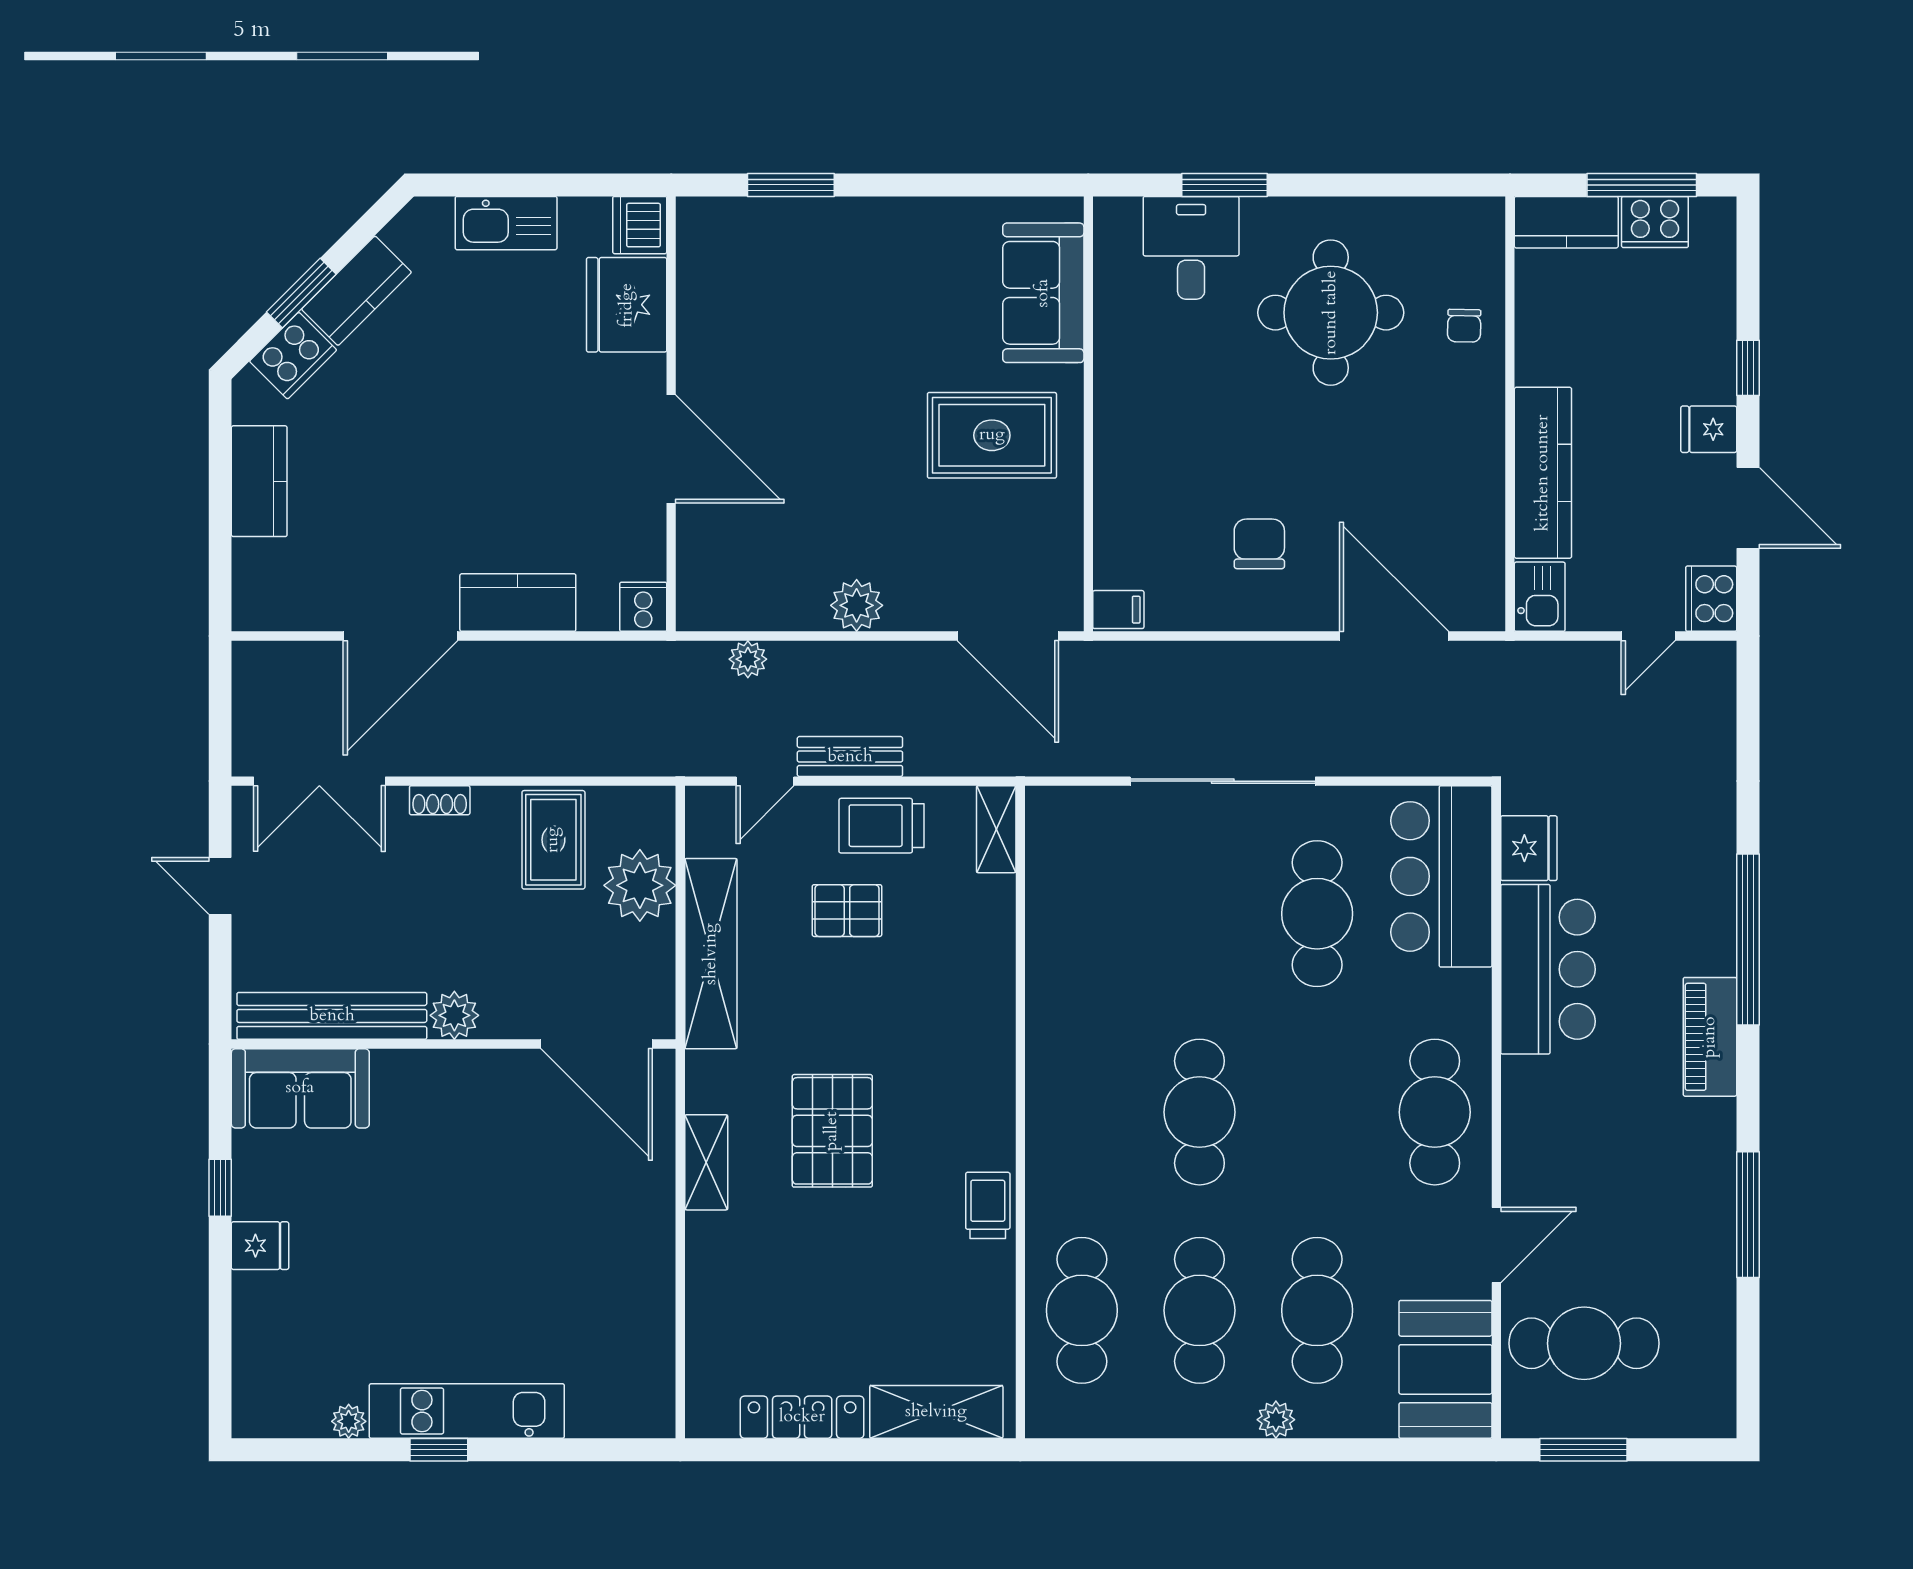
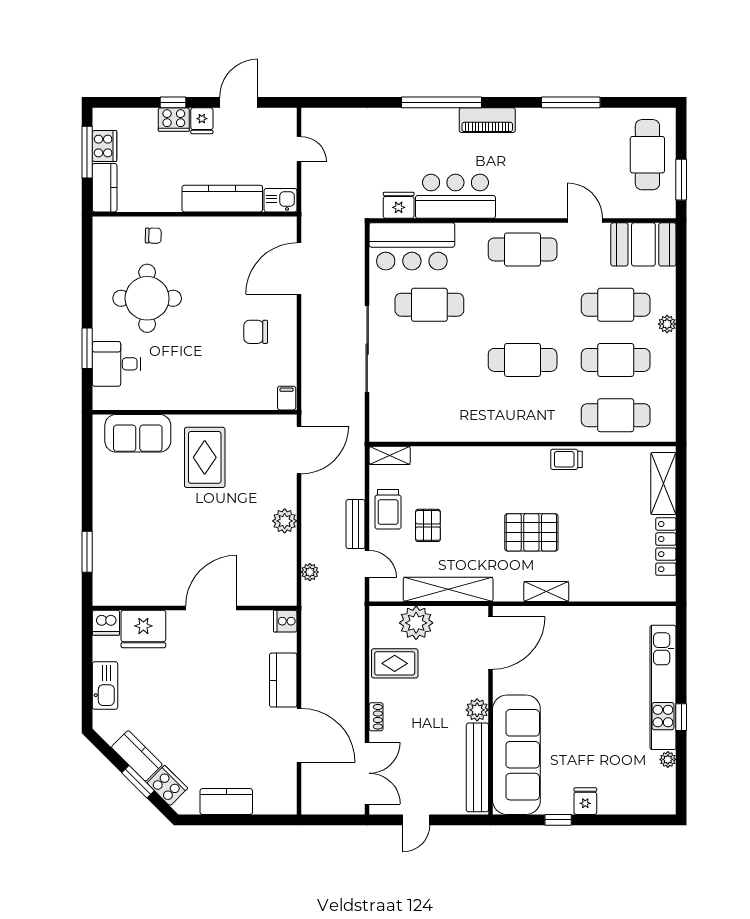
cooker: (1711, 599) -> (174, 120), moved
sofa: (300, 1088) -> (516, 755), width x1.85, depth x1.27
cafe table: (1584, 1343) -> (647, 155), moved
kitchen unit: (467, 1411) -> (663, 687), width x1.36

